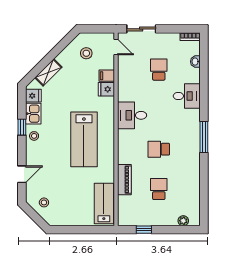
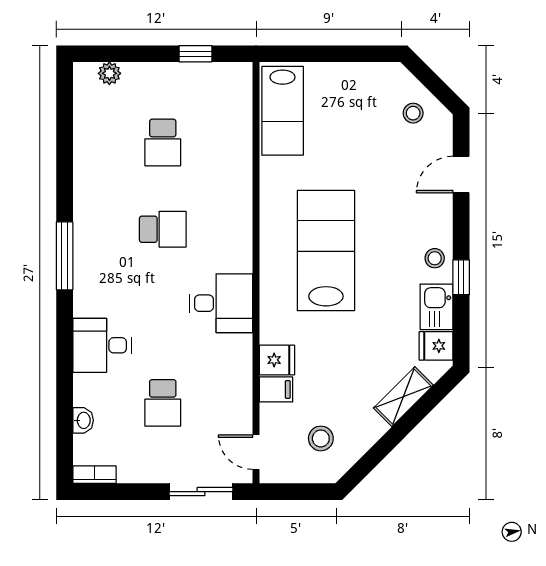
piano: (124, 180) -> (238, 163), removed

